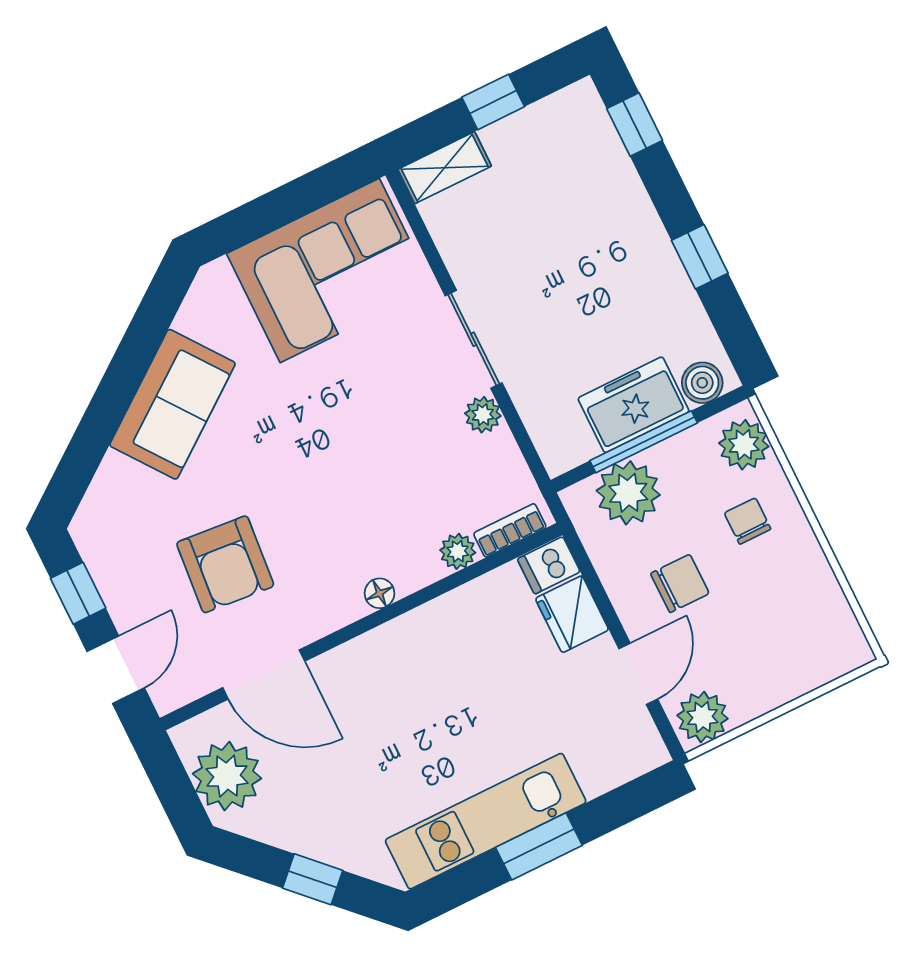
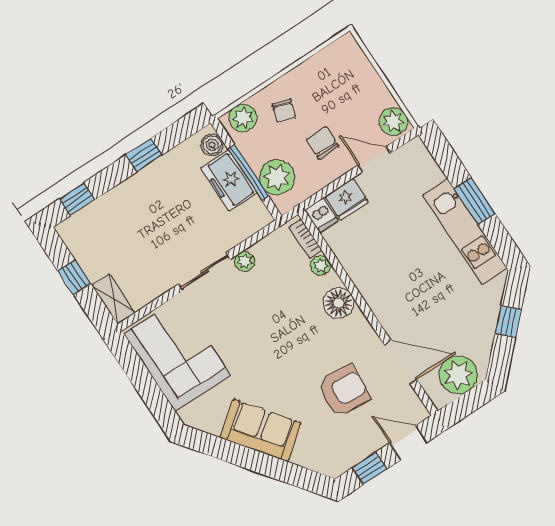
chair: (748, 521) -> (284, 111), turned -72
floor lamp: (380, 593) -> (339, 303), width x1.89, depth x1.89
door: (264, 674) -> (401, 362), hinge flipped

